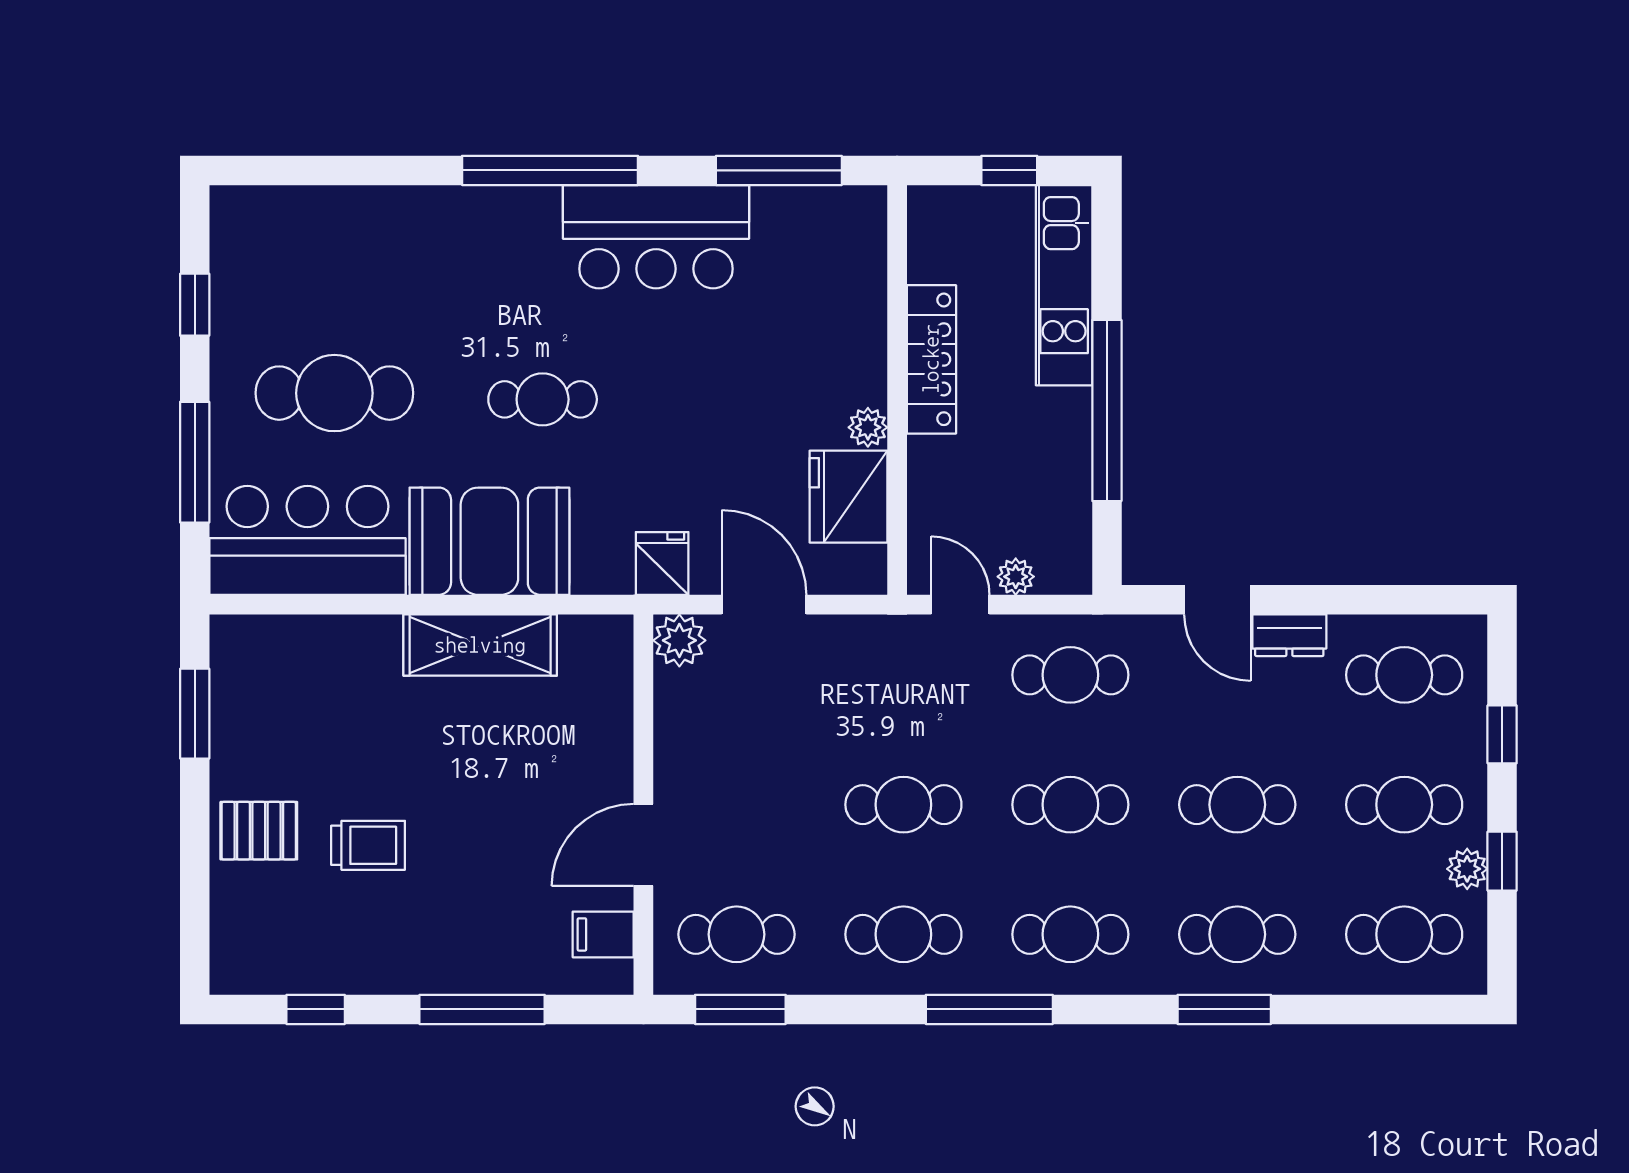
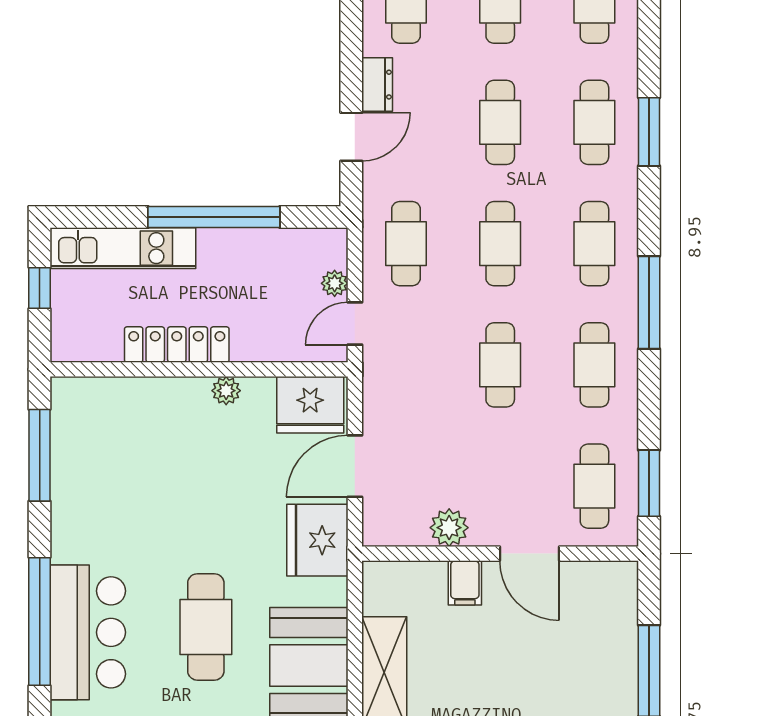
bar counter: (656, 237) -> (88, 632), moved
cafe table: (543, 399) -> (206, 627), width x1.37, depth x1.35
fridge: (848, 497) -> (310, 405), moved
fridge: (662, 563) -> (317, 540), width x1.88, depth x1.34
plant: (679, 640) -> (449, 528), moved
filing cabinet: (603, 934) -> (465, 583), moved

